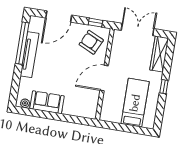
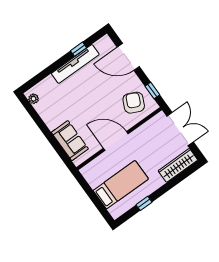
window: (22, 43) -> (79, 49), width x0.32
window: (164, 87) -> (144, 203), moved
sofa: (47, 102) -> (70, 141), moved

